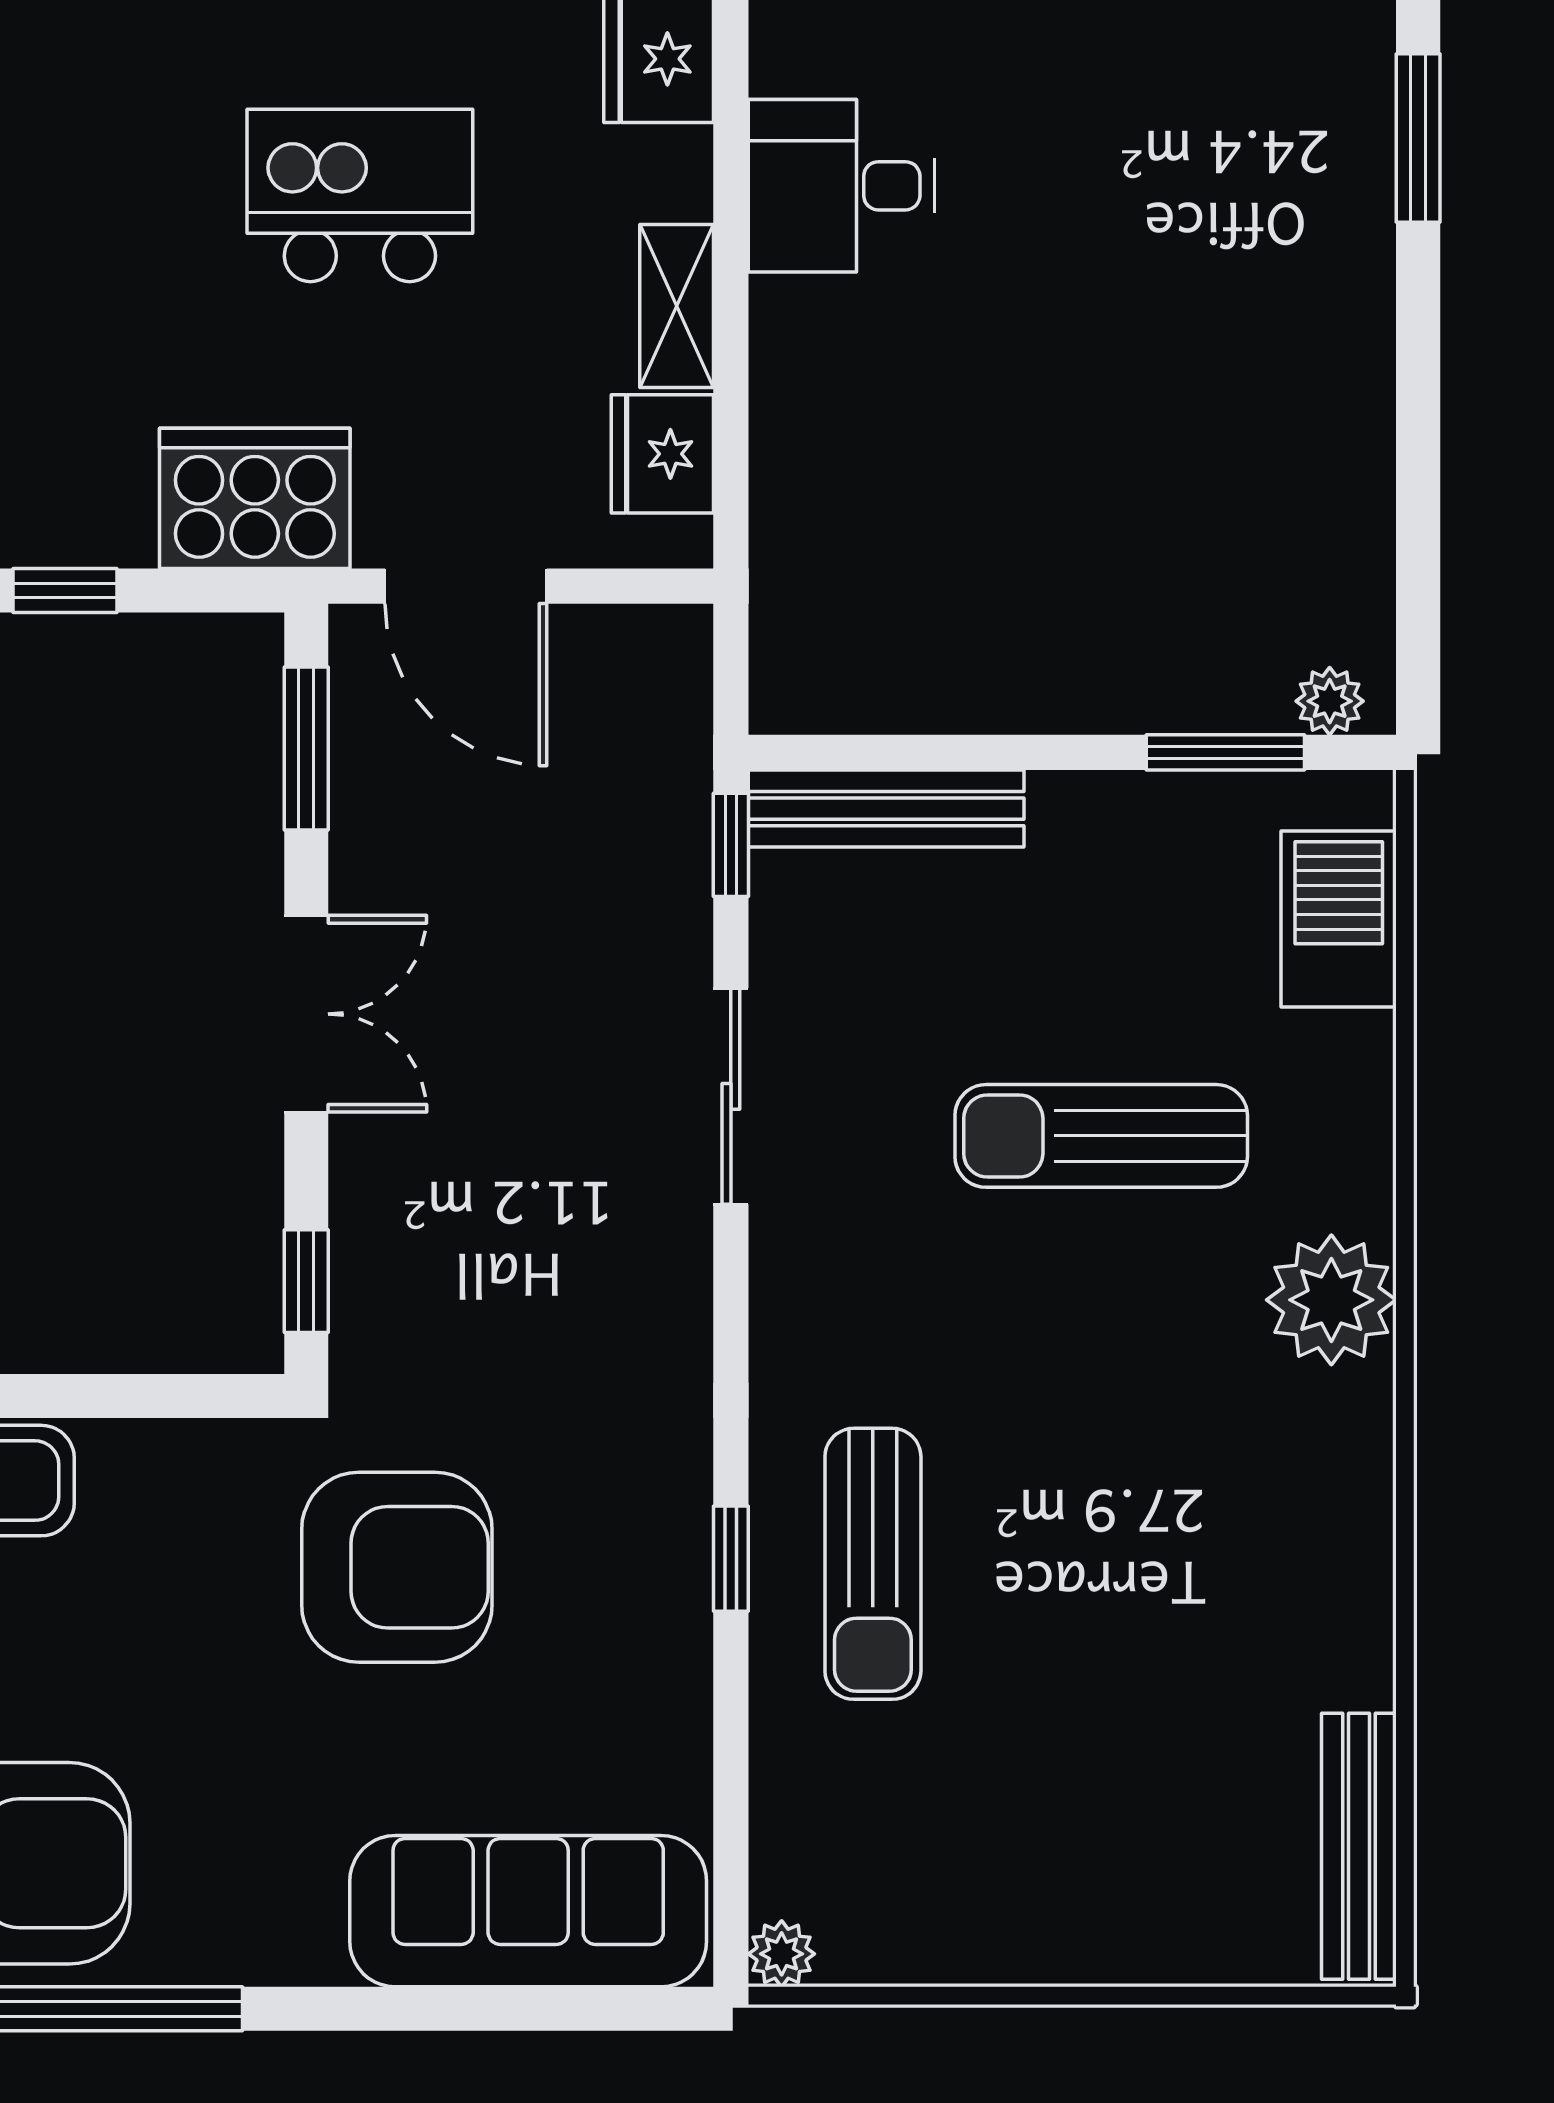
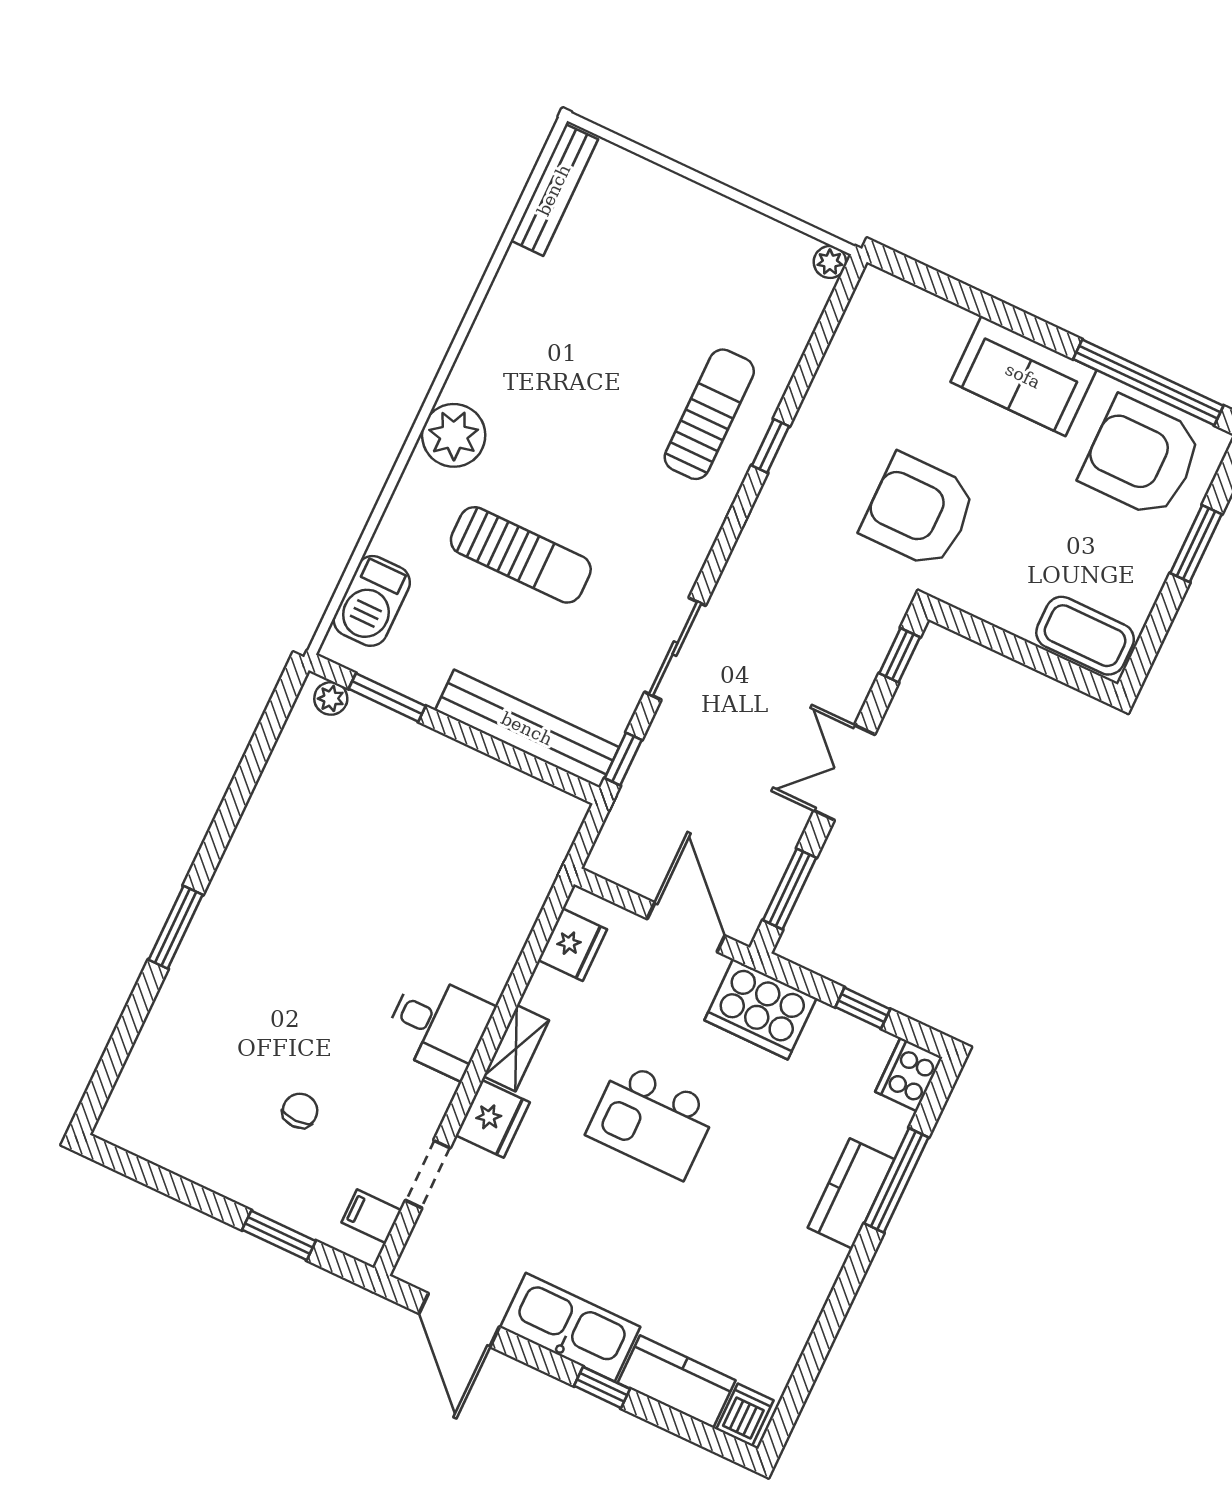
shelving: (677, 306) -> (516, 1048), moved
bench: (886, 809) -> (527, 729), width x1.37, depth x1.21
sofa: (528, 1911) -> (1023, 376), moved, width x0.73

